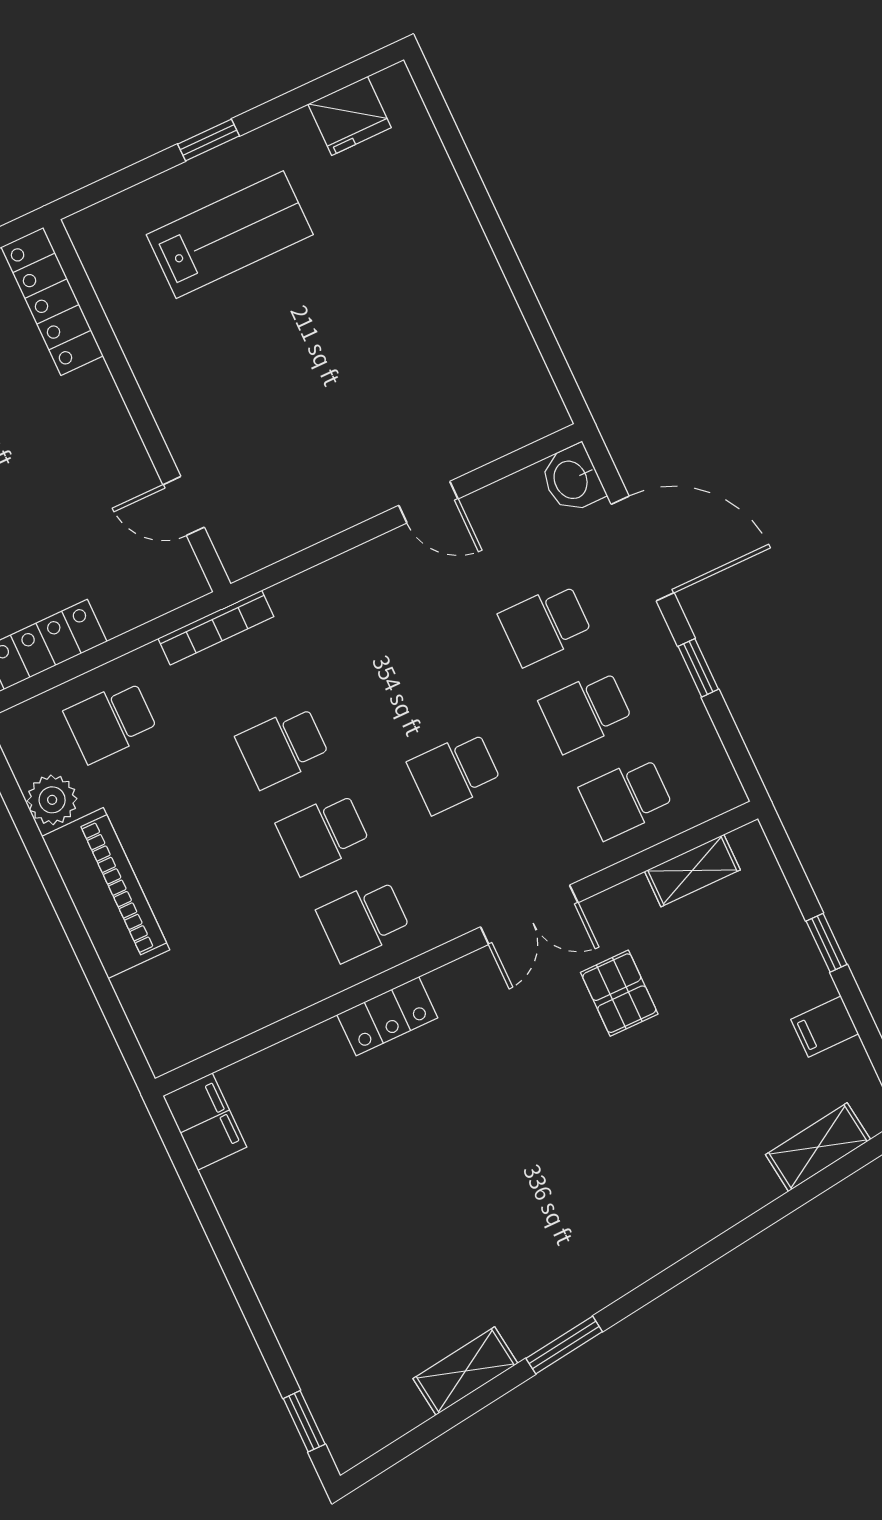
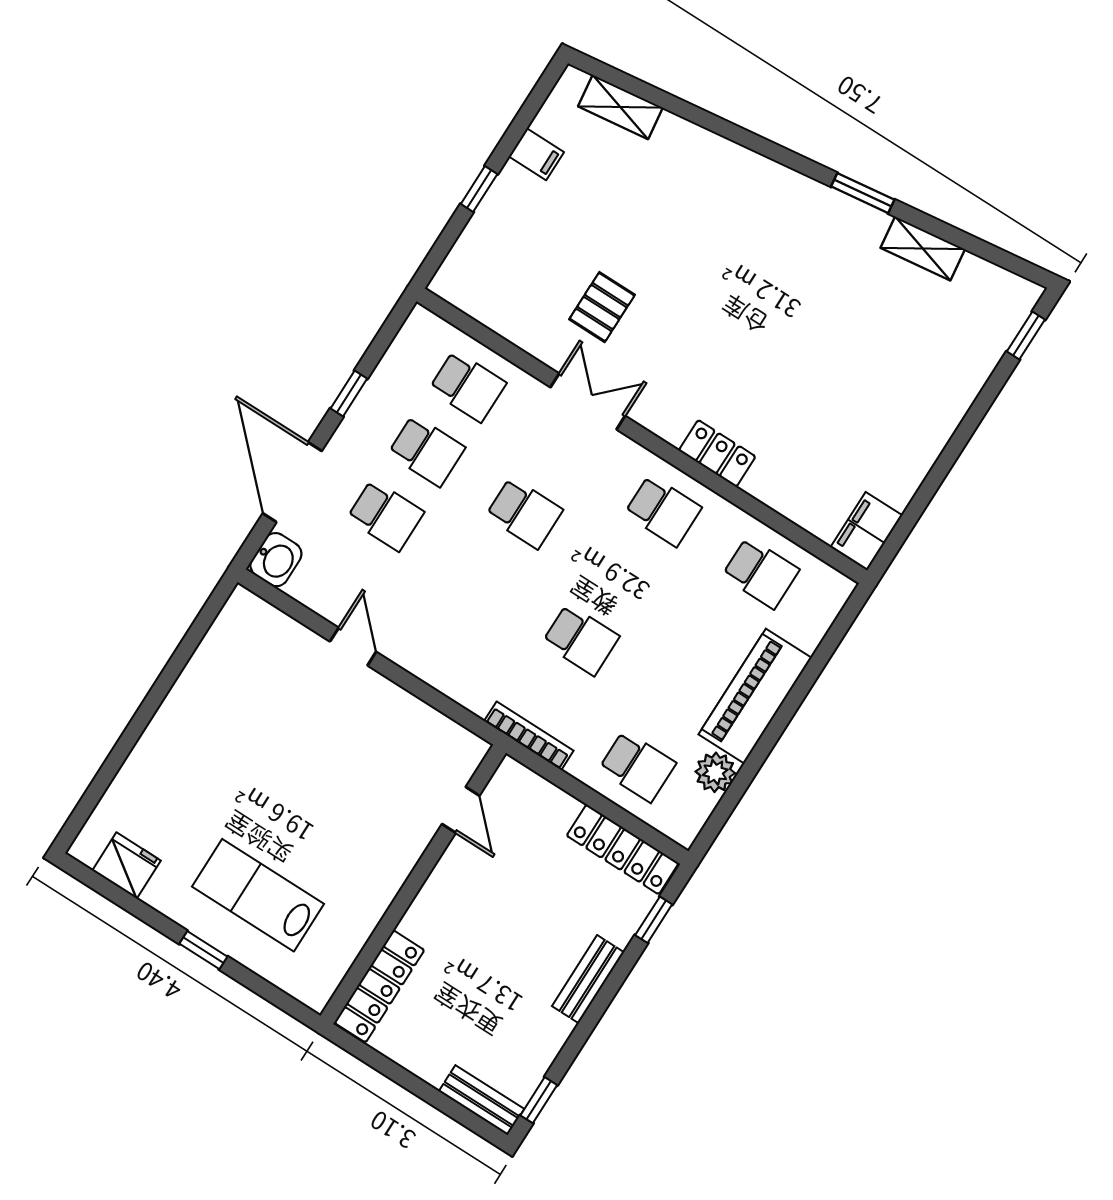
school desk: (323, 834) -> (761, 573), moved
shelving: (692, 871) -> (488, 310), removed

